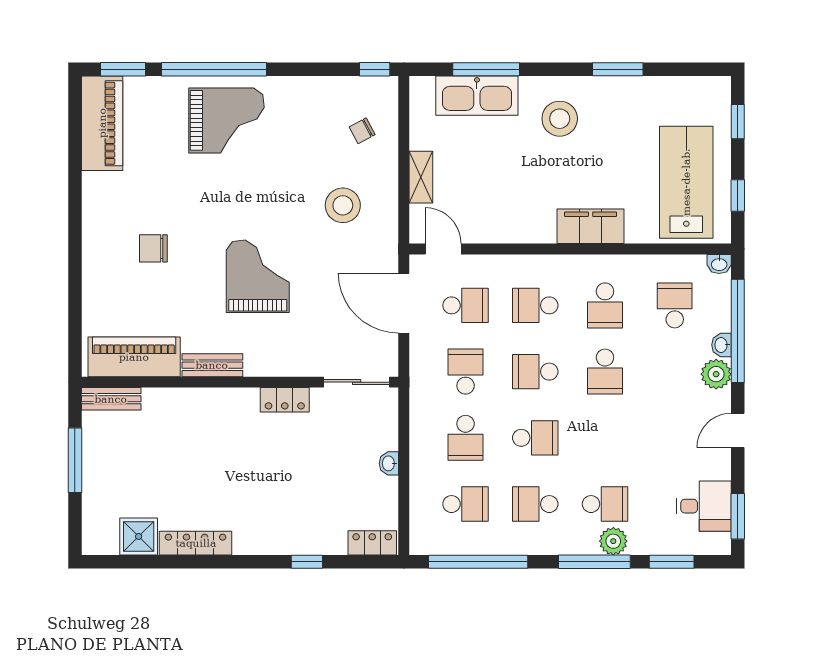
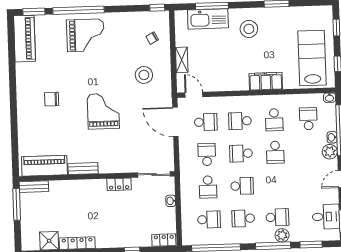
piano: (134, 357) -> (44, 166), moved
bench: (212, 365) -> (83, 169), moved
wall: (240, 382) -> (97, 176), moved
sliding door: (357, 382) -> (154, 175), moved
bench: (111, 399) -> (34, 187), moved
locker: (285, 400) -> (119, 184), moved

